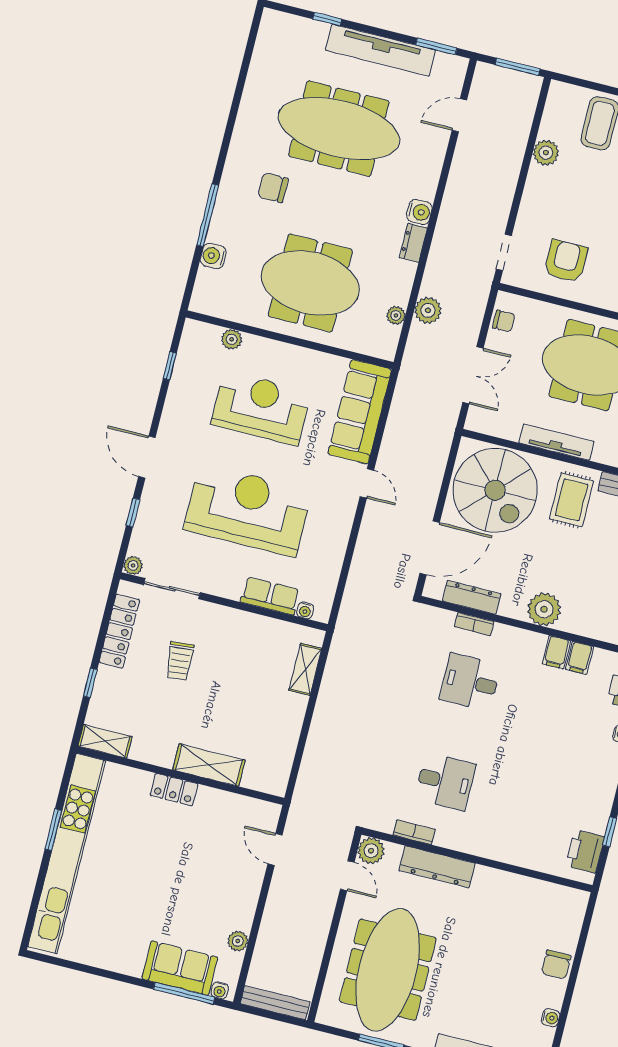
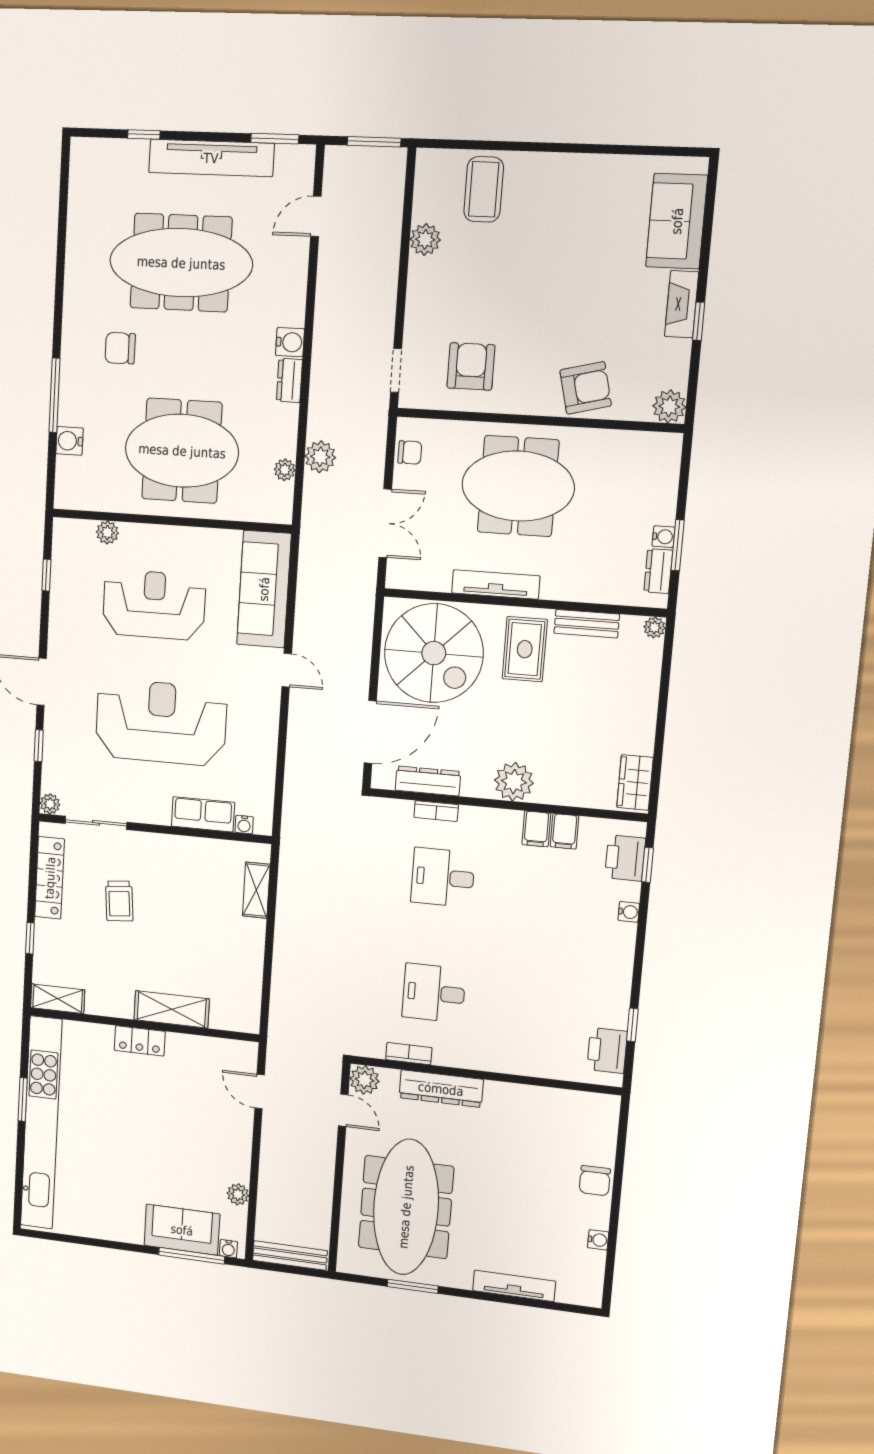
desk: (445, 782) -> (434, 993), turned 180

